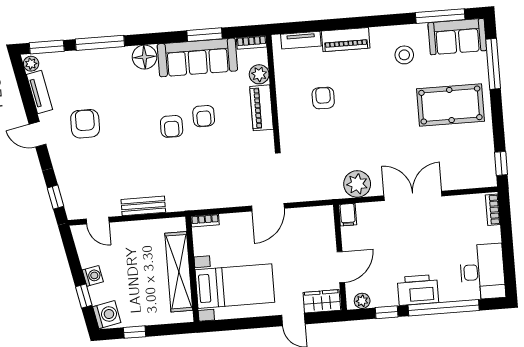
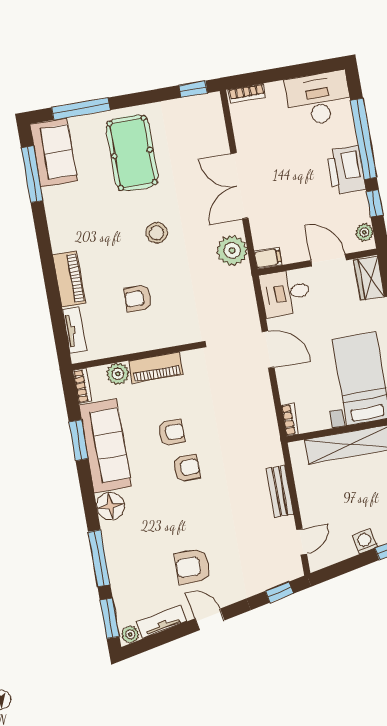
stool: (404, 55) -> (157, 233), moved
door: (38, 134) -> (210, 619), swing flipped
desk: (316, 227) -> (285, 293), added

